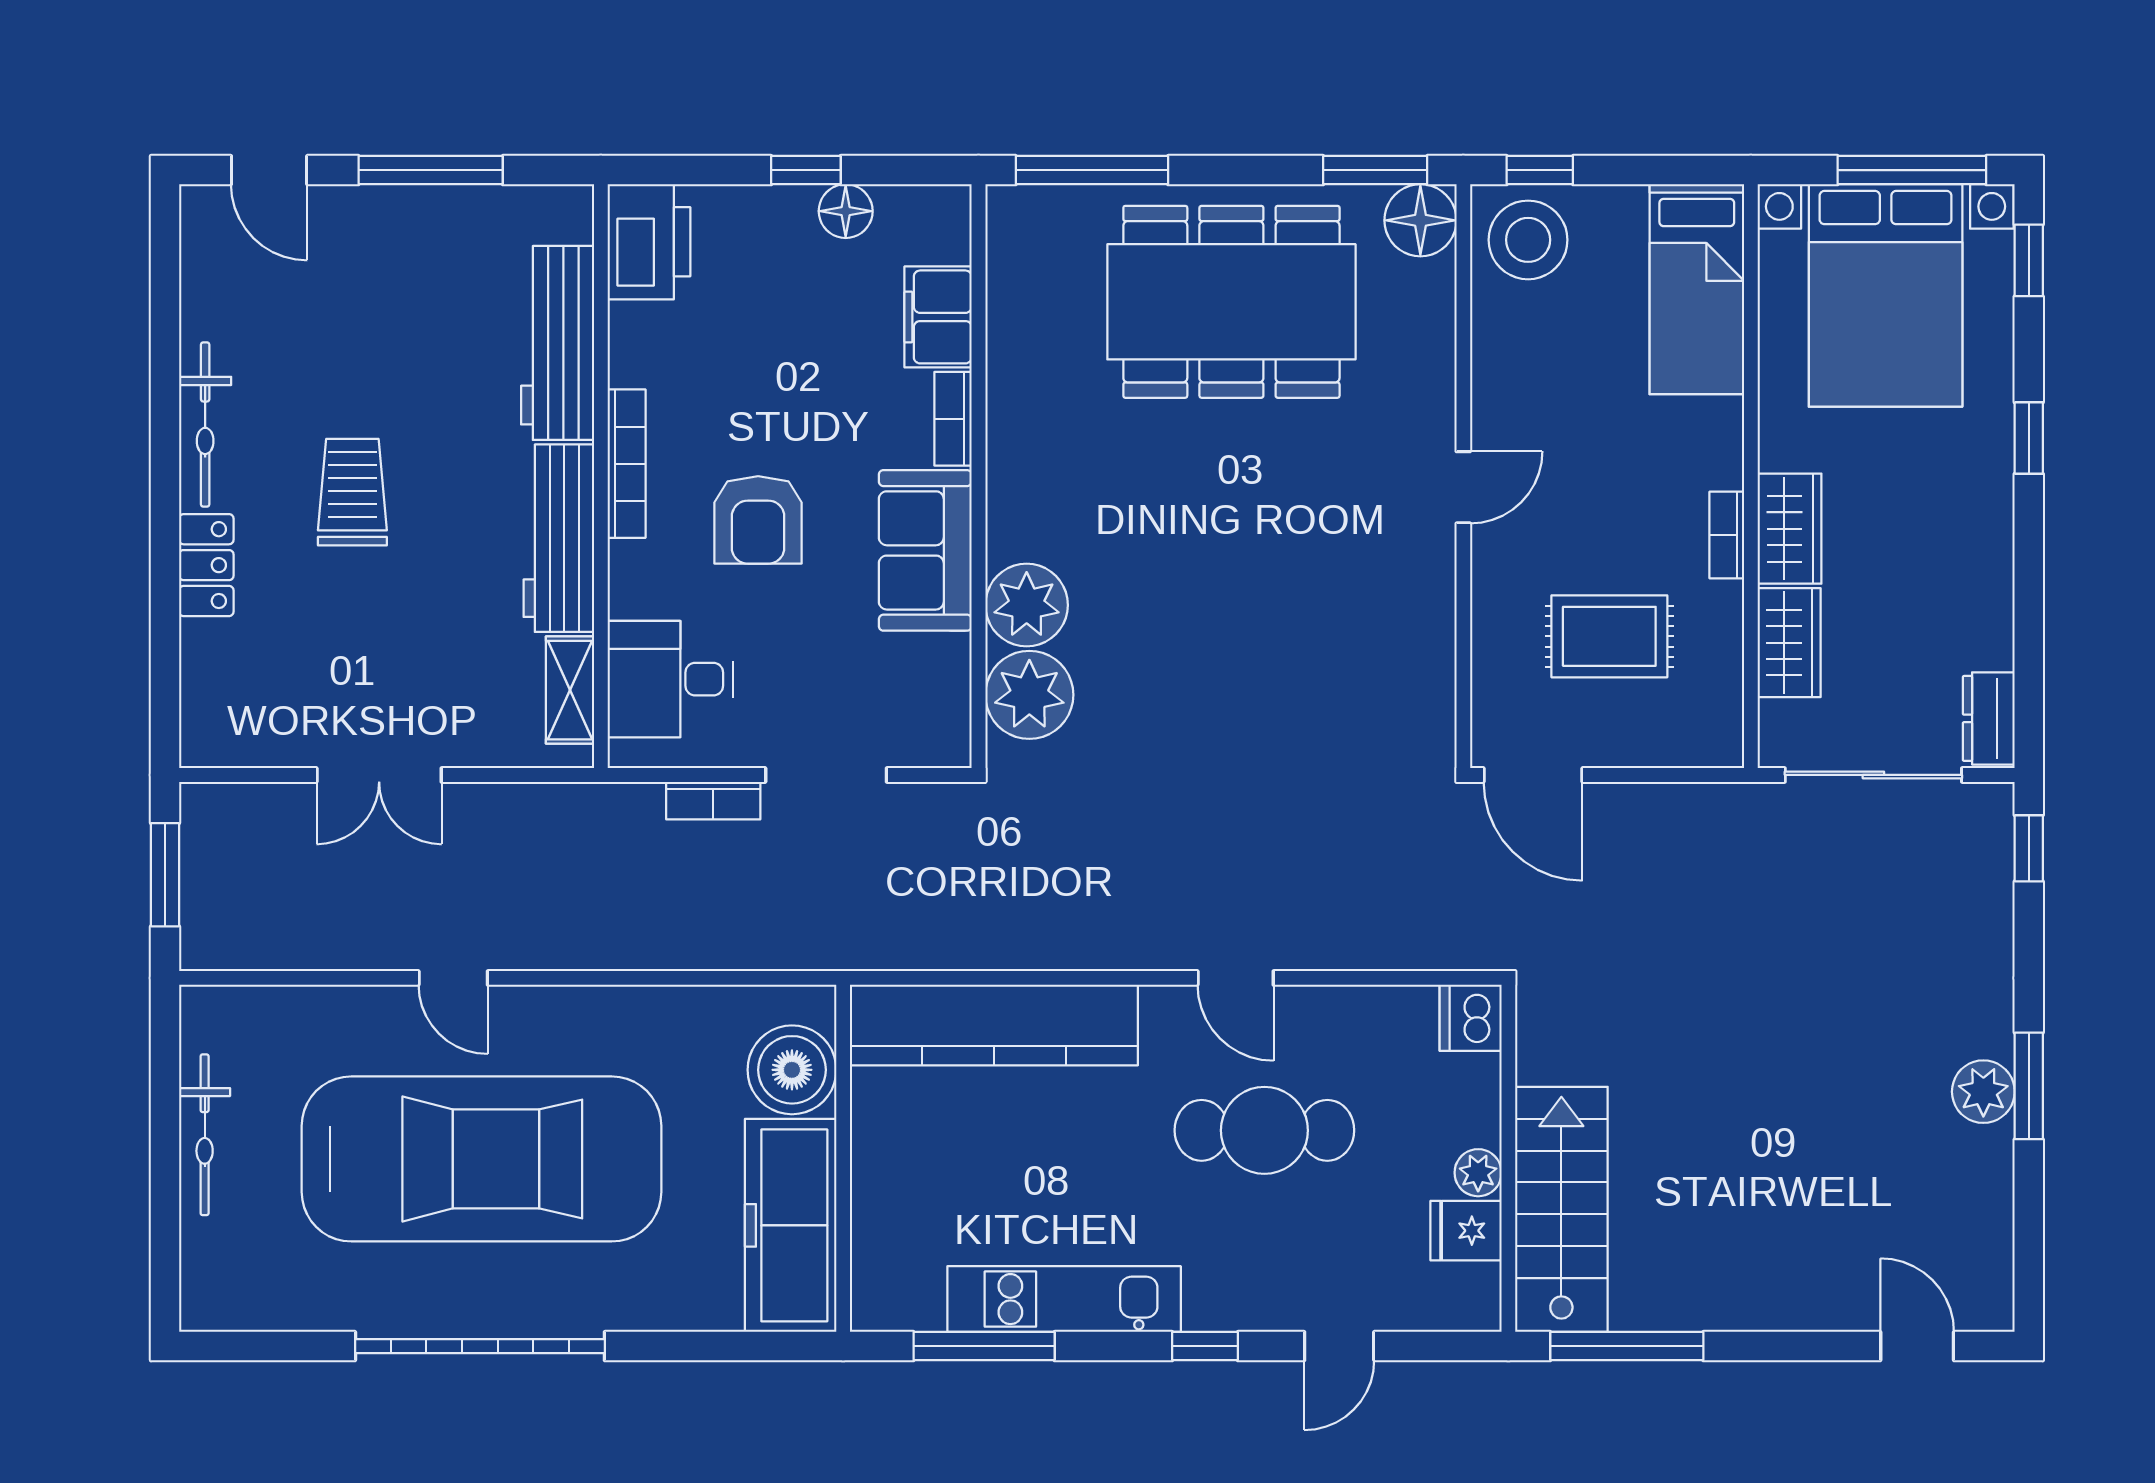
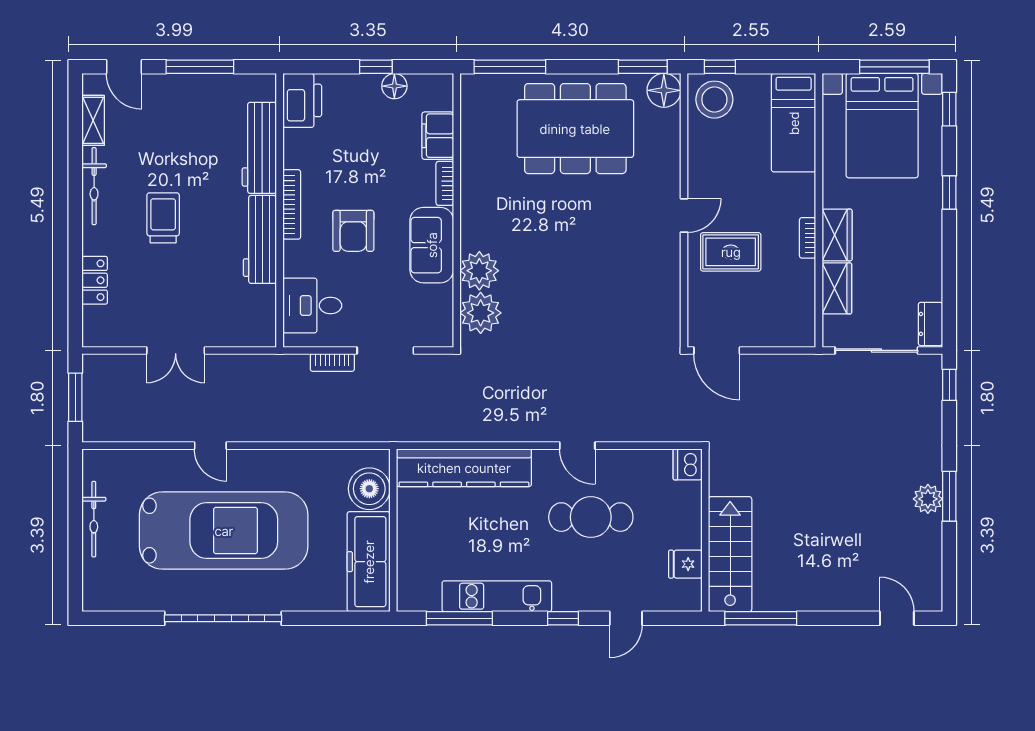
locker: (206, 565) -> (95, 280), moved
rug: (1609, 636) -> (731, 252), moved
shelving: (570, 690) -> (93, 120), moved
plant: (1478, 1173) -> (691, 537), removed

